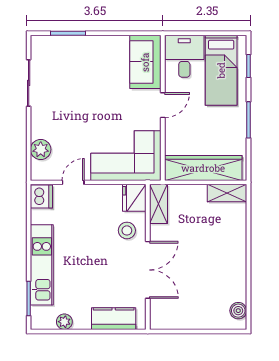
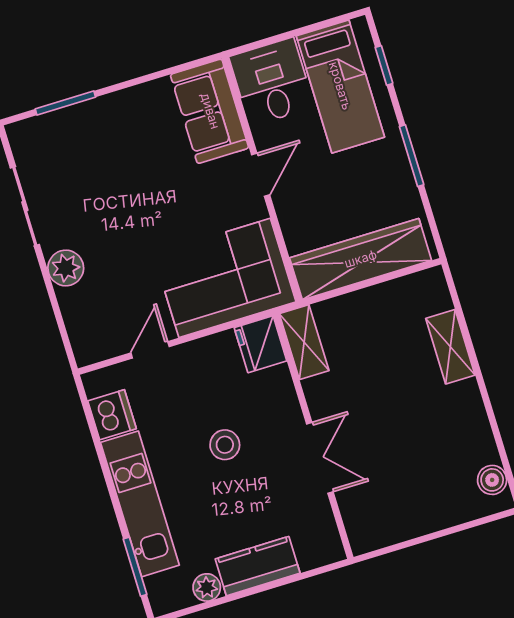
plant: (41, 149) -> (66, 268), moved
shelving: (227, 193) -> (450, 347), moved, turned 90
dishwasher: (41, 197) -> (112, 415), moved
stool: (127, 230) -> (225, 445), moved
double door: (148, 270) -> (320, 458), width x0.73
kitchen counter: (114, 319) -> (258, 566), moved

